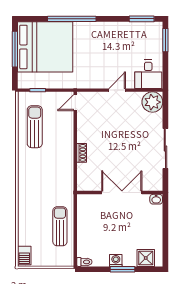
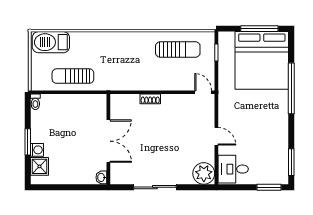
sun lounger: (60, 226) -> (73, 76), turned 180
barbecue: (24, 255) -> (51, 42), width x1.88, depth x1.53
washing machine: (116, 260) -> (37, 150), moved

